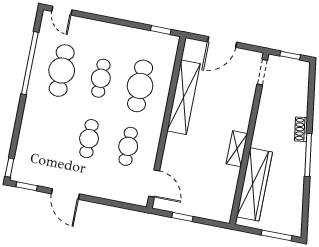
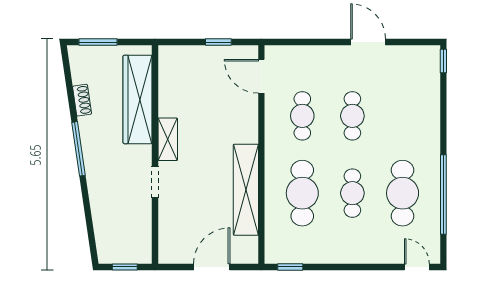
doorway: (262, 72) -> (155, 182), moved
shoe rack: (301, 129) -> (82, 100), moved
window: (27, 186) -> (418, 42), removed

